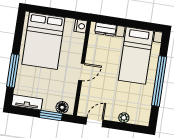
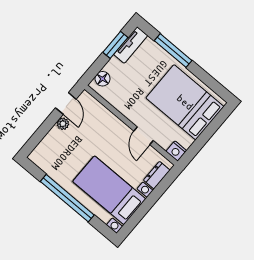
door: (81, 72) -> (143, 136), moved
window: (51, 116) -> (115, 45), moved
plant: (124, 118) -> (63, 124), moved

